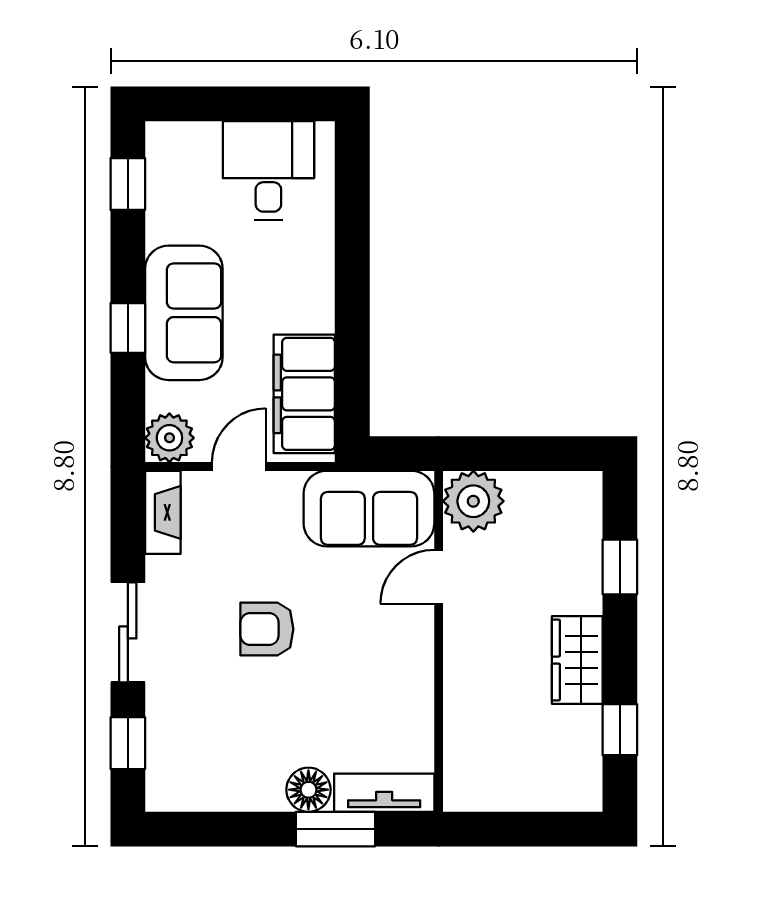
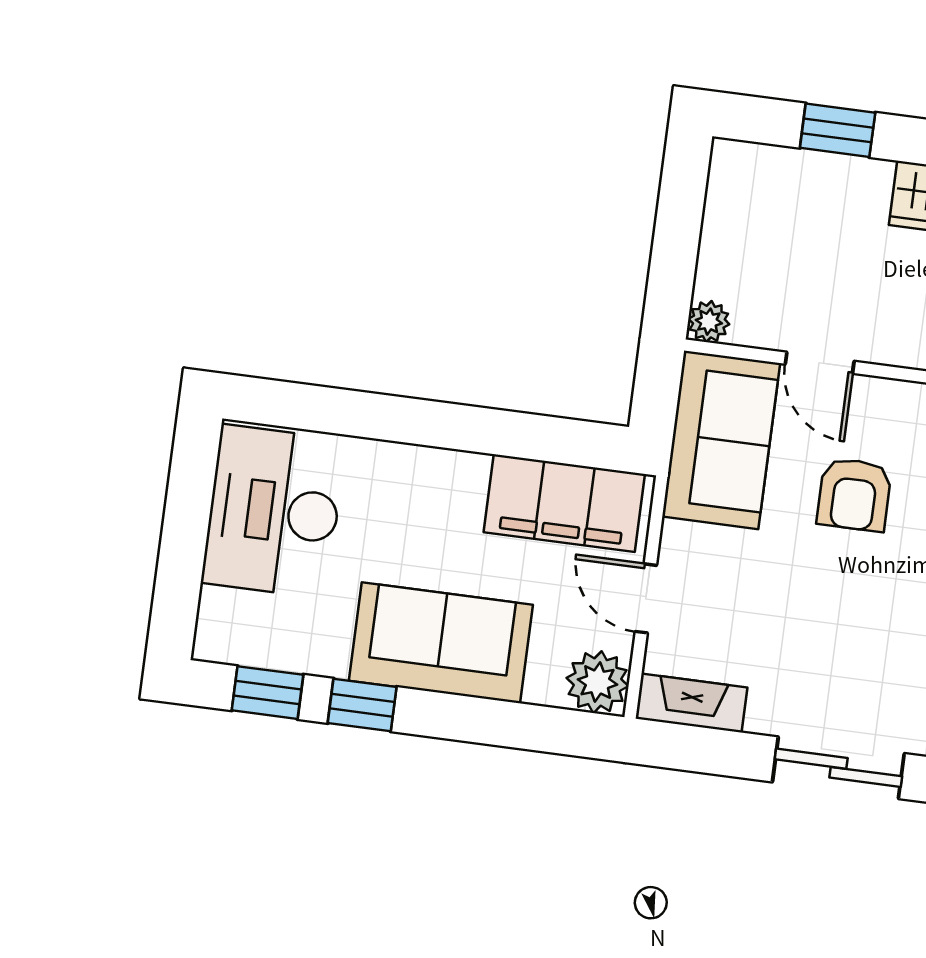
desk: (268, 170) -> (274, 511), width x1.37
window: (128, 328) -> (362, 705), moved
plant: (473, 501) -> (709, 322), width x0.53, depth x0.53
armchair: (267, 629) -> (854, 495), moved

